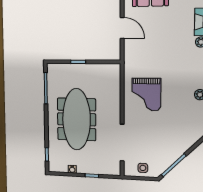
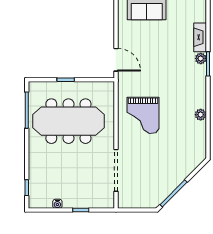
door: (122, 28) -> (116, 60), moved
meeting table: (77, 119) -> (68, 121), moved, turned 90
side table: (143, 168) -> (139, 198), removed

